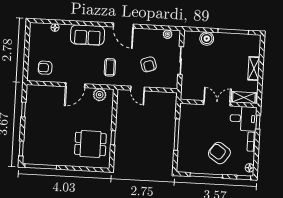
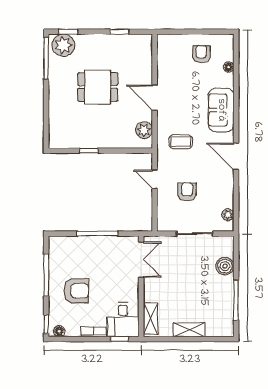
door: (123, 26) -> (236, 156), hinge flipped
armchair: (149, 64) -> (187, 192), turned 108
armchair: (45, 68) -> (201, 54), moved
door: (138, 89) -> (155, 179), hinge flipped
double door: (217, 103) -> (141, 260), moved
dining table: (90, 144) -> (98, 87), moved, turned 90
plant: (31, 153) -> (63, 45), added
armchair: (219, 153) -> (76, 291), turned 55

